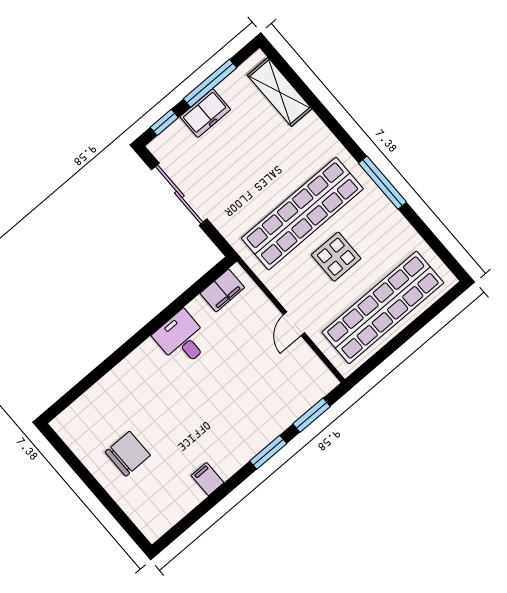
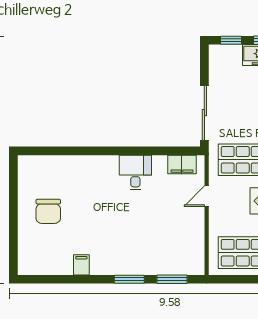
sliding door: (179, 194) -> (204, 113), moved
door: (294, 324) -> (207, 196), moved
chair: (128, 454) -> (48, 211), turned 90

